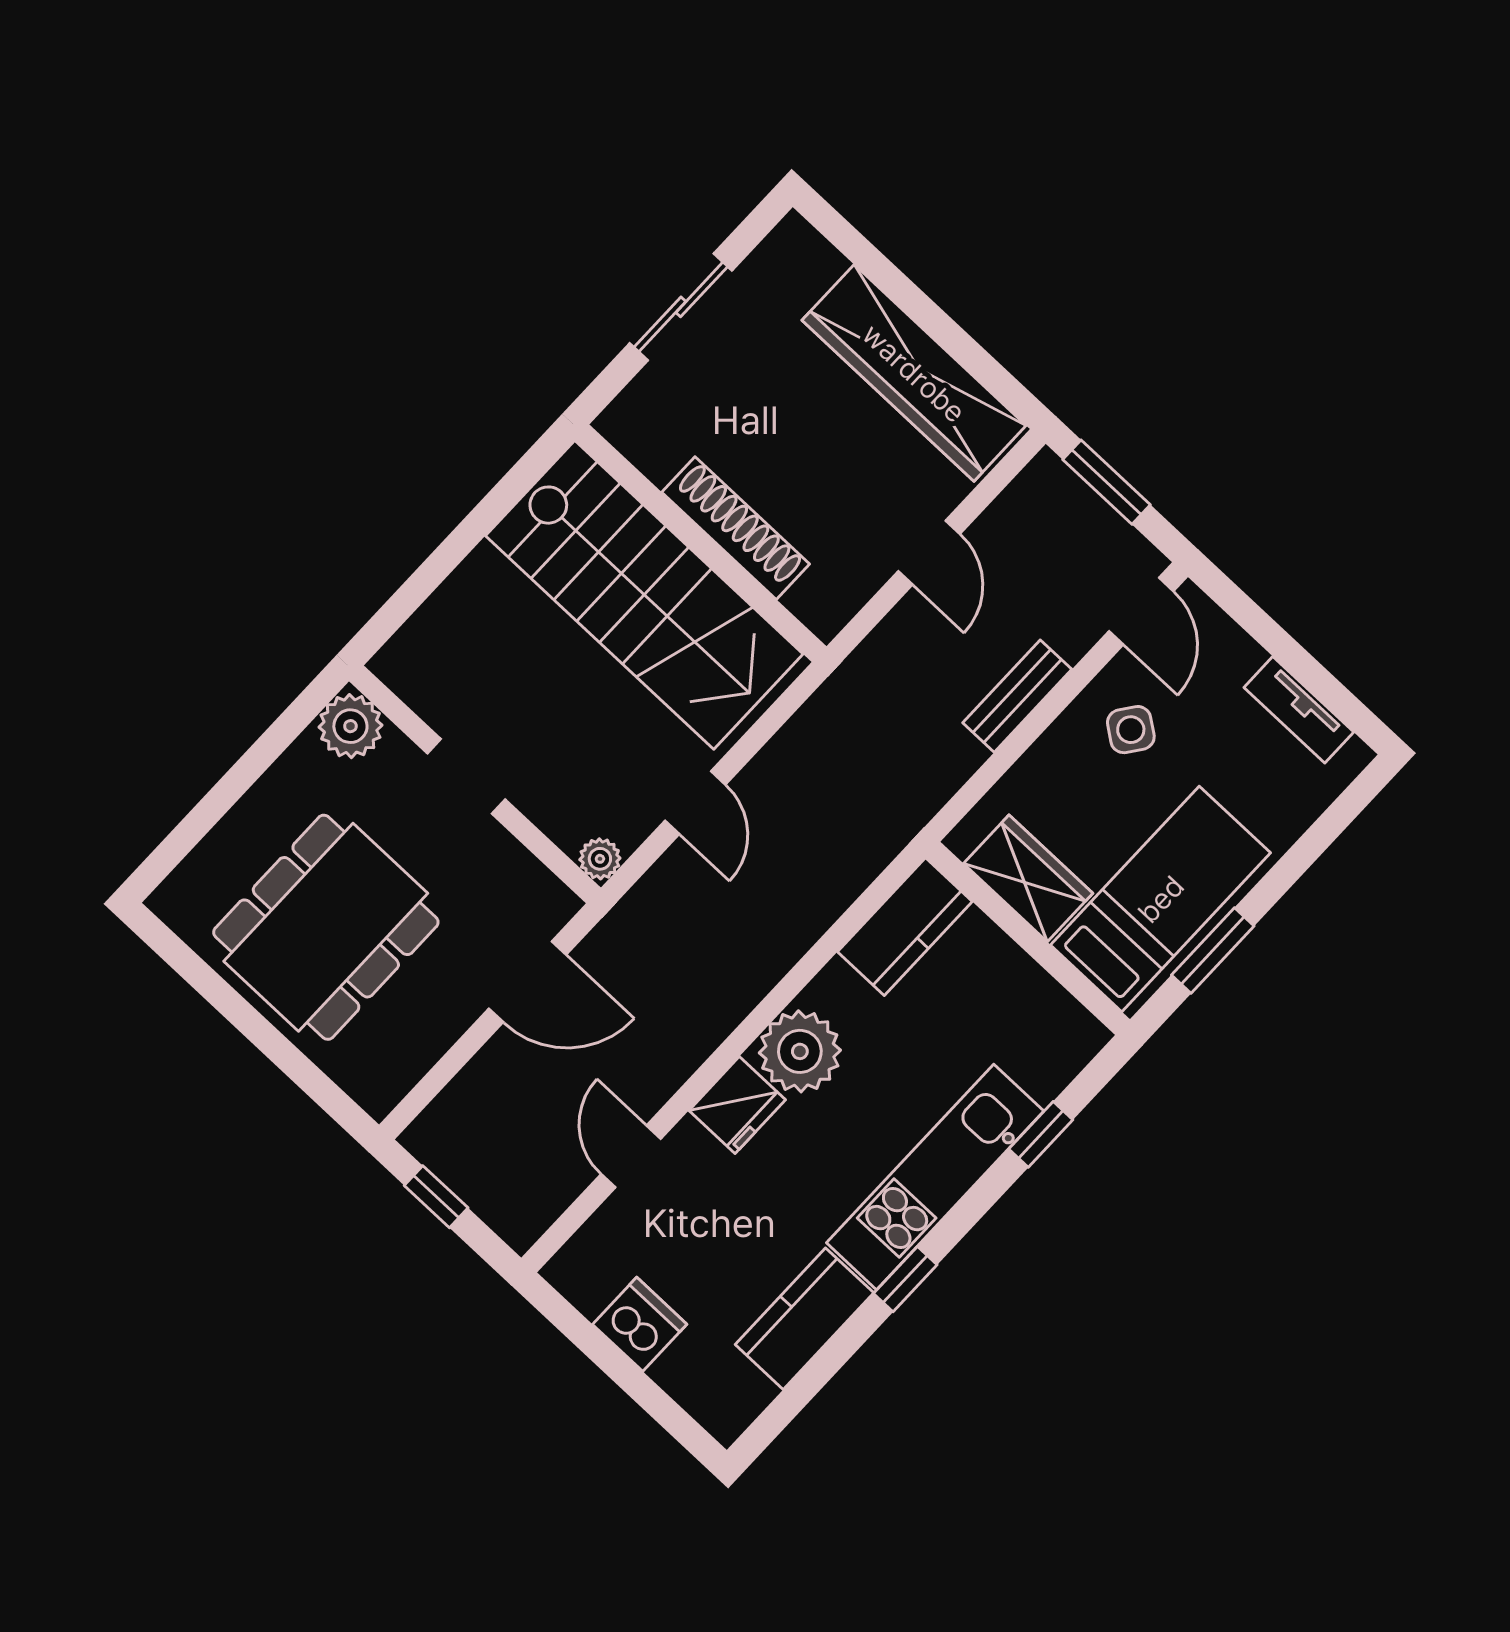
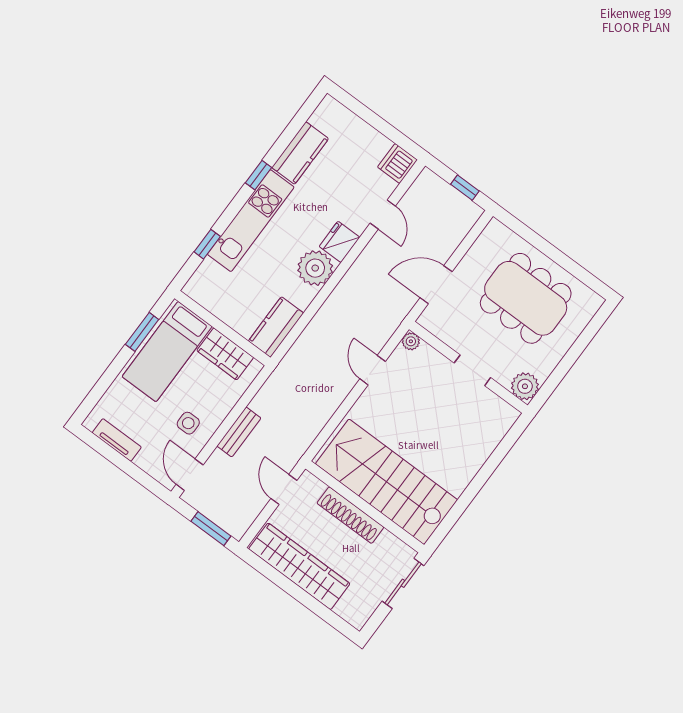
shoe rack: (736, 528) -> (350, 515), moved
wall: (701, 543) -> (365, 507), moved
stairs: (644, 595) -> (386, 482), moved
side table: (1131, 730) -> (188, 423), turned -36
dining table: (326, 927) -> (526, 298), turned 90
dishwasher: (640, 1324) -> (397, 163), moved, turned 90

